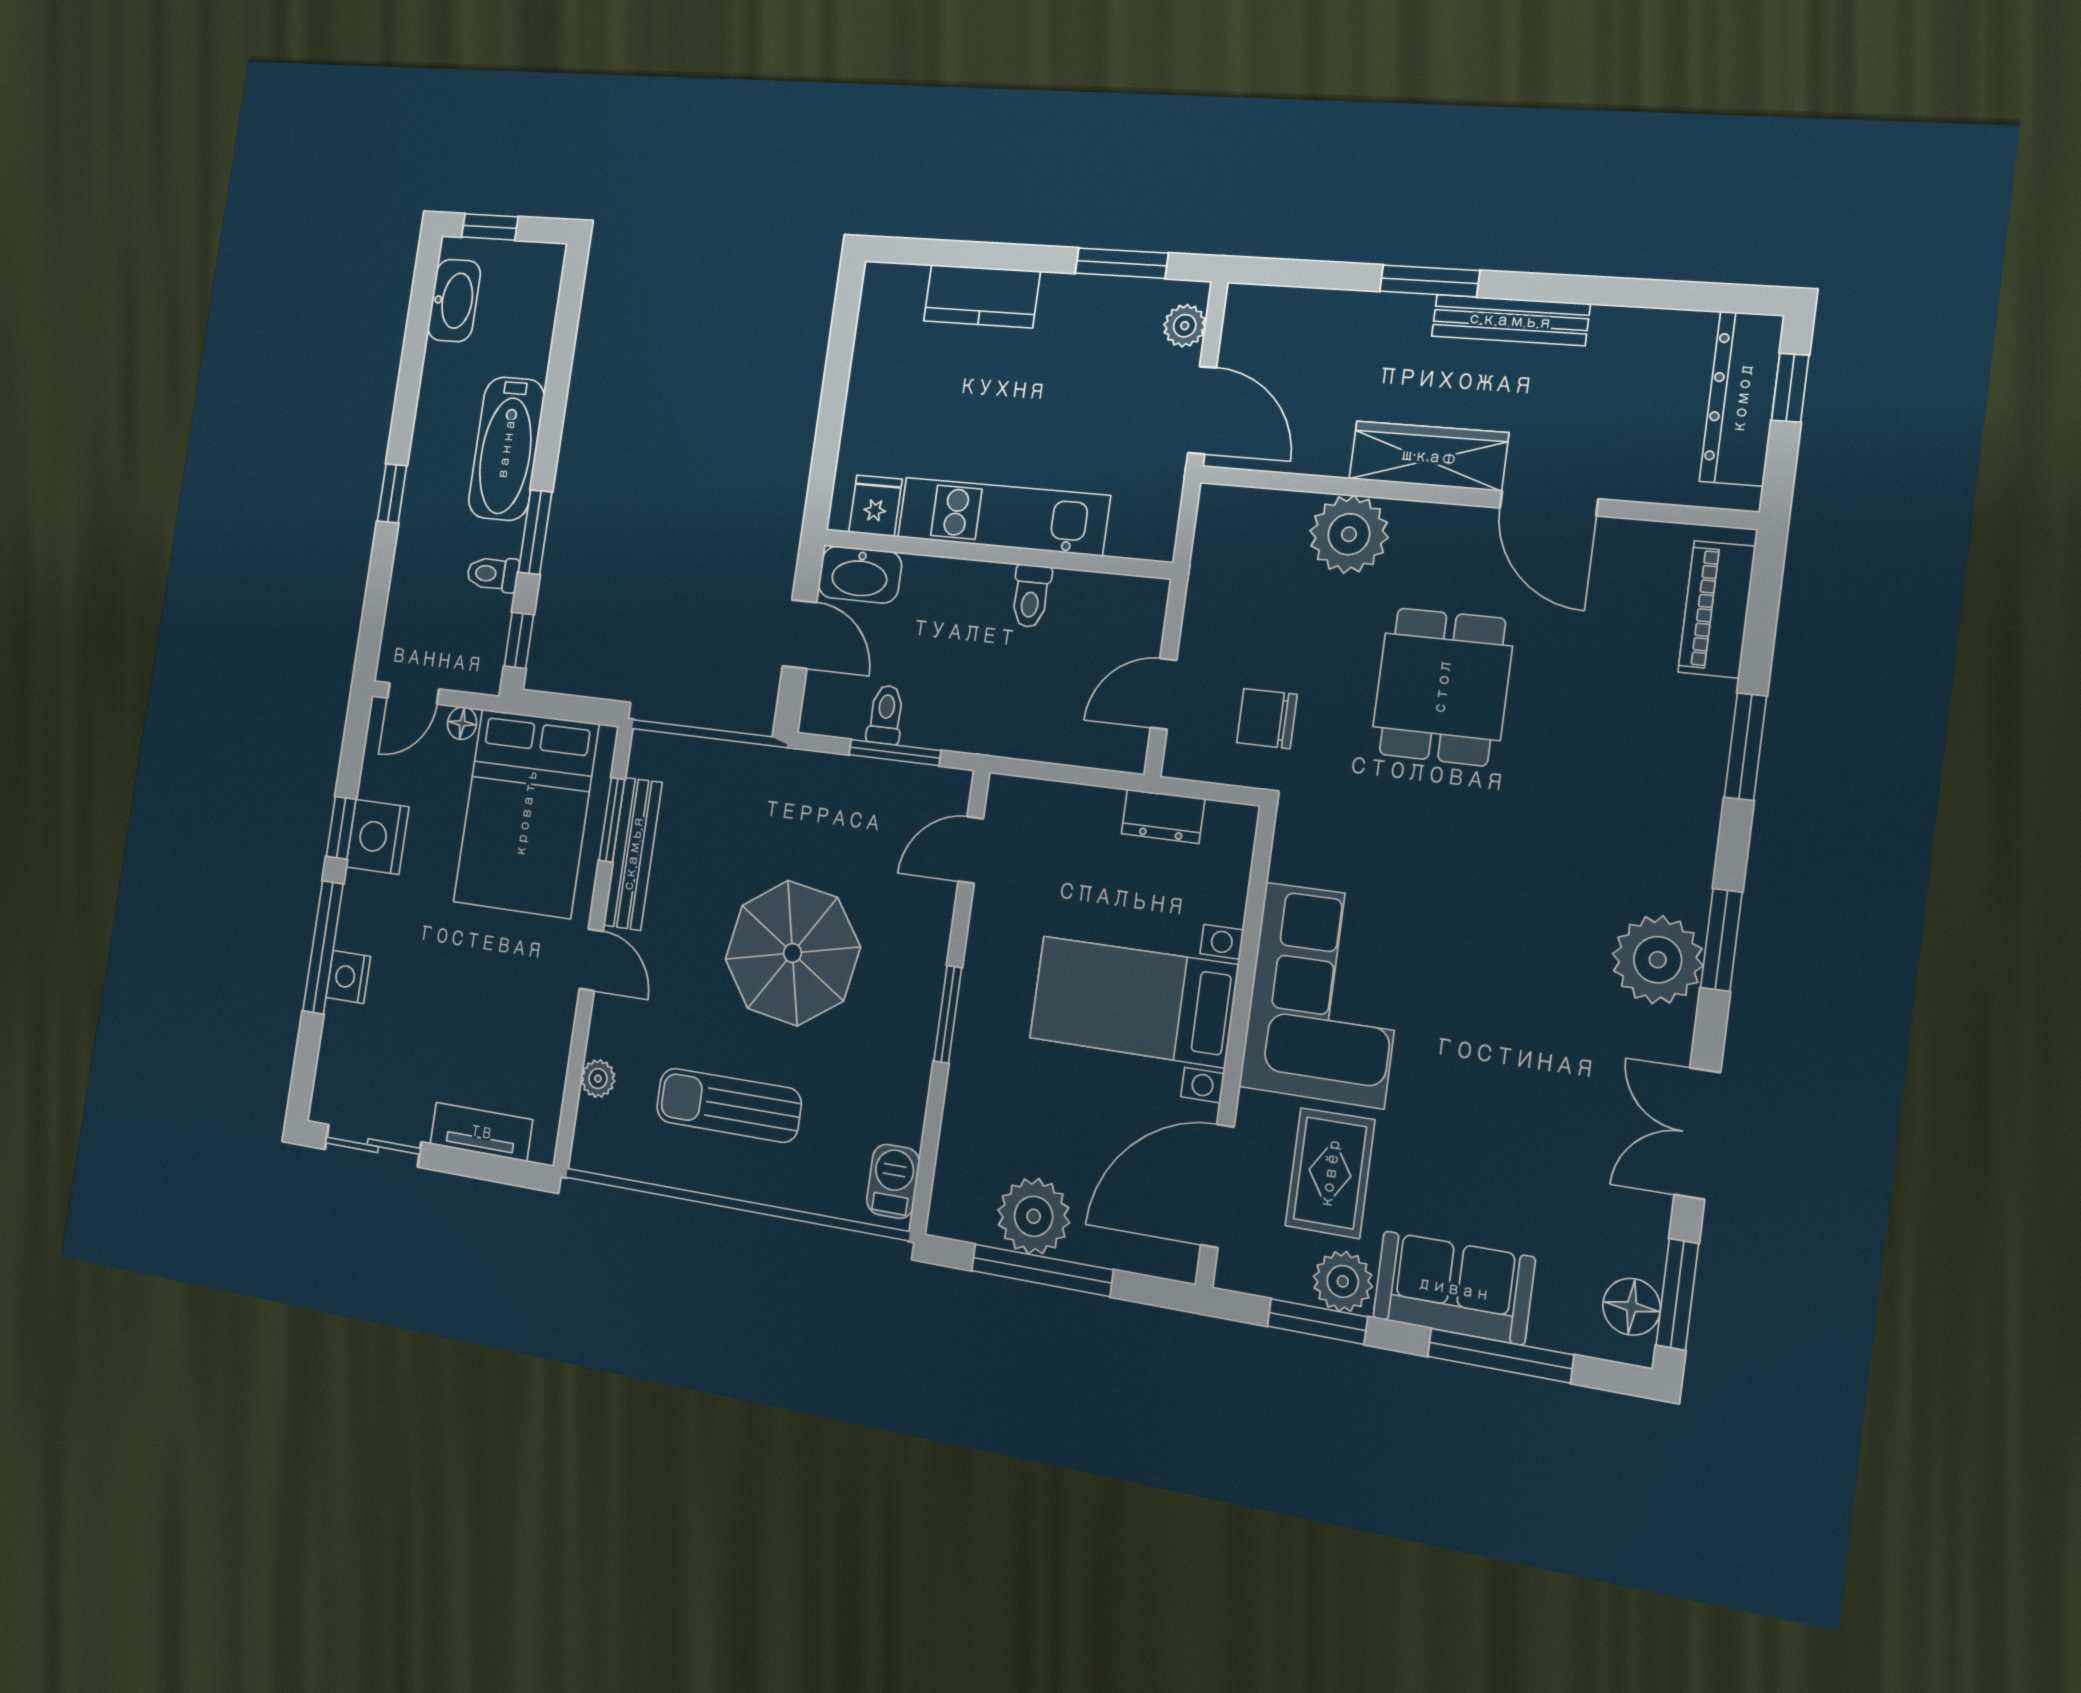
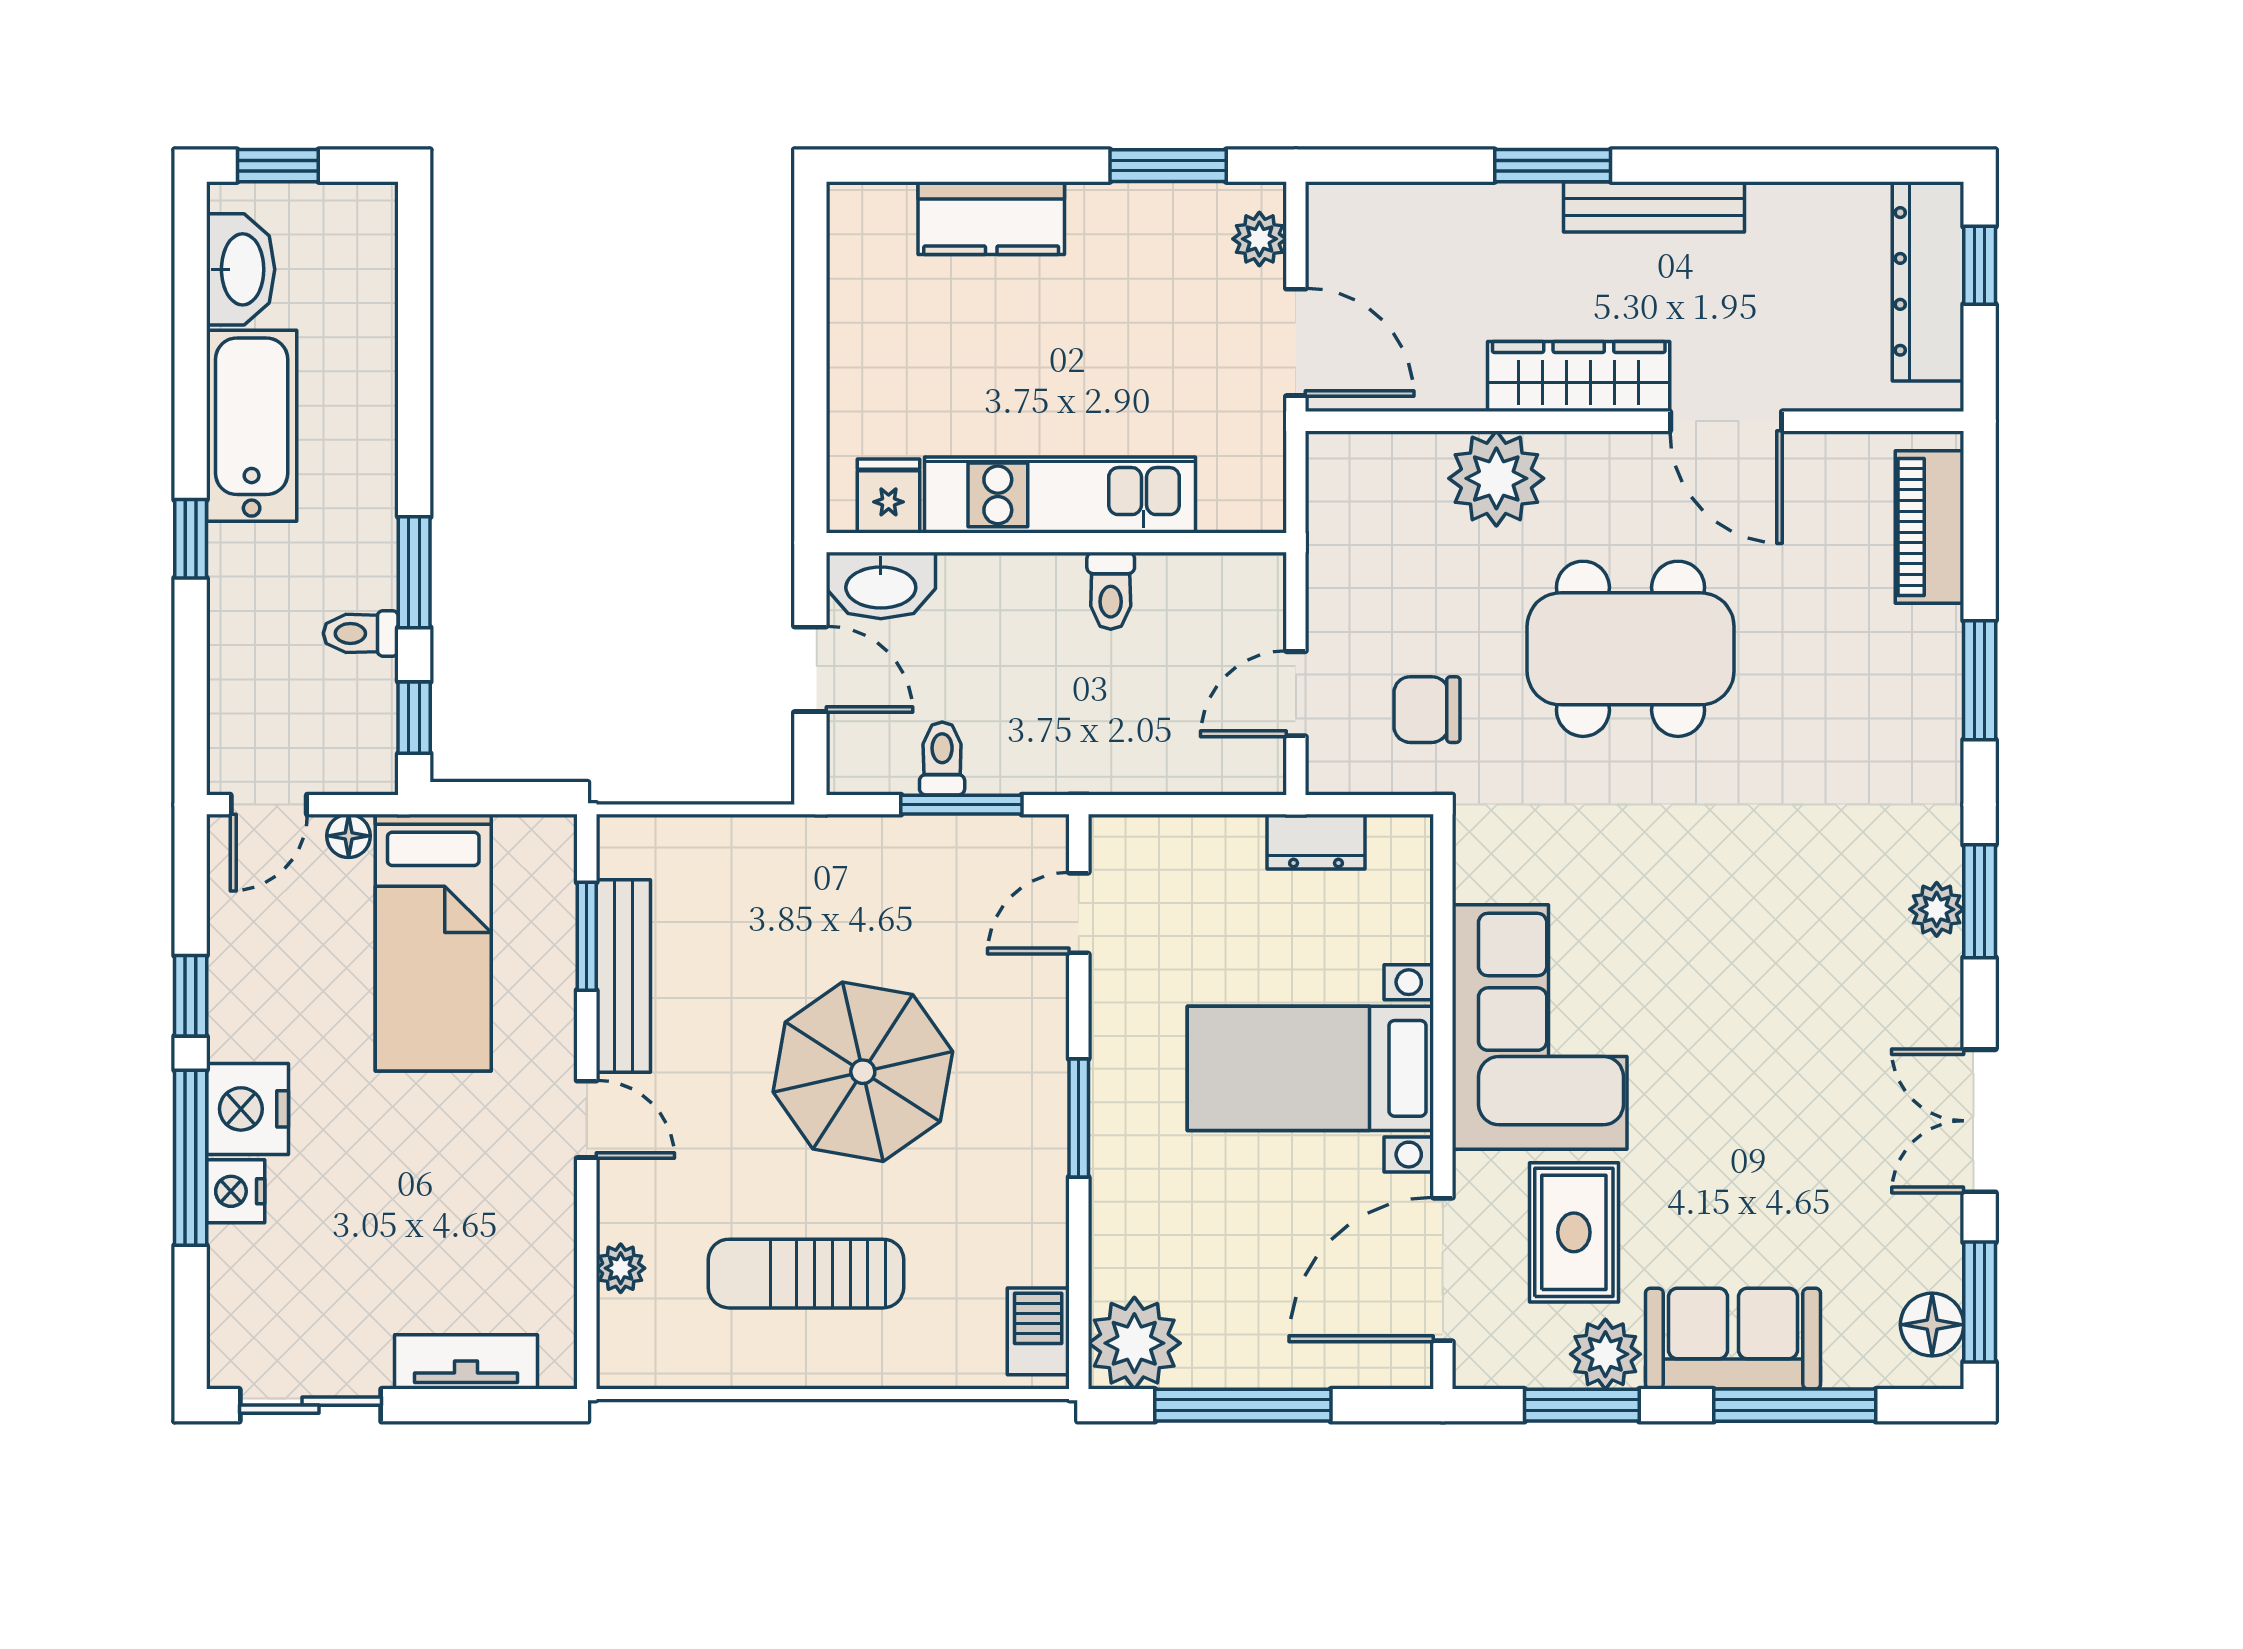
bathtub: (506, 449) -> (252, 426), moved, turned 180
dining table: (1442, 687) -> (1631, 649), width x1.38
bed: (526, 813) -> (433, 943), width x0.67
nightstand: (377, 837) -> (247, 1109), moved
plant: (1658, 960) -> (1937, 909), width x0.53, depth x0.53
plant: (1034, 1216) -> (1134, 1343), moved

